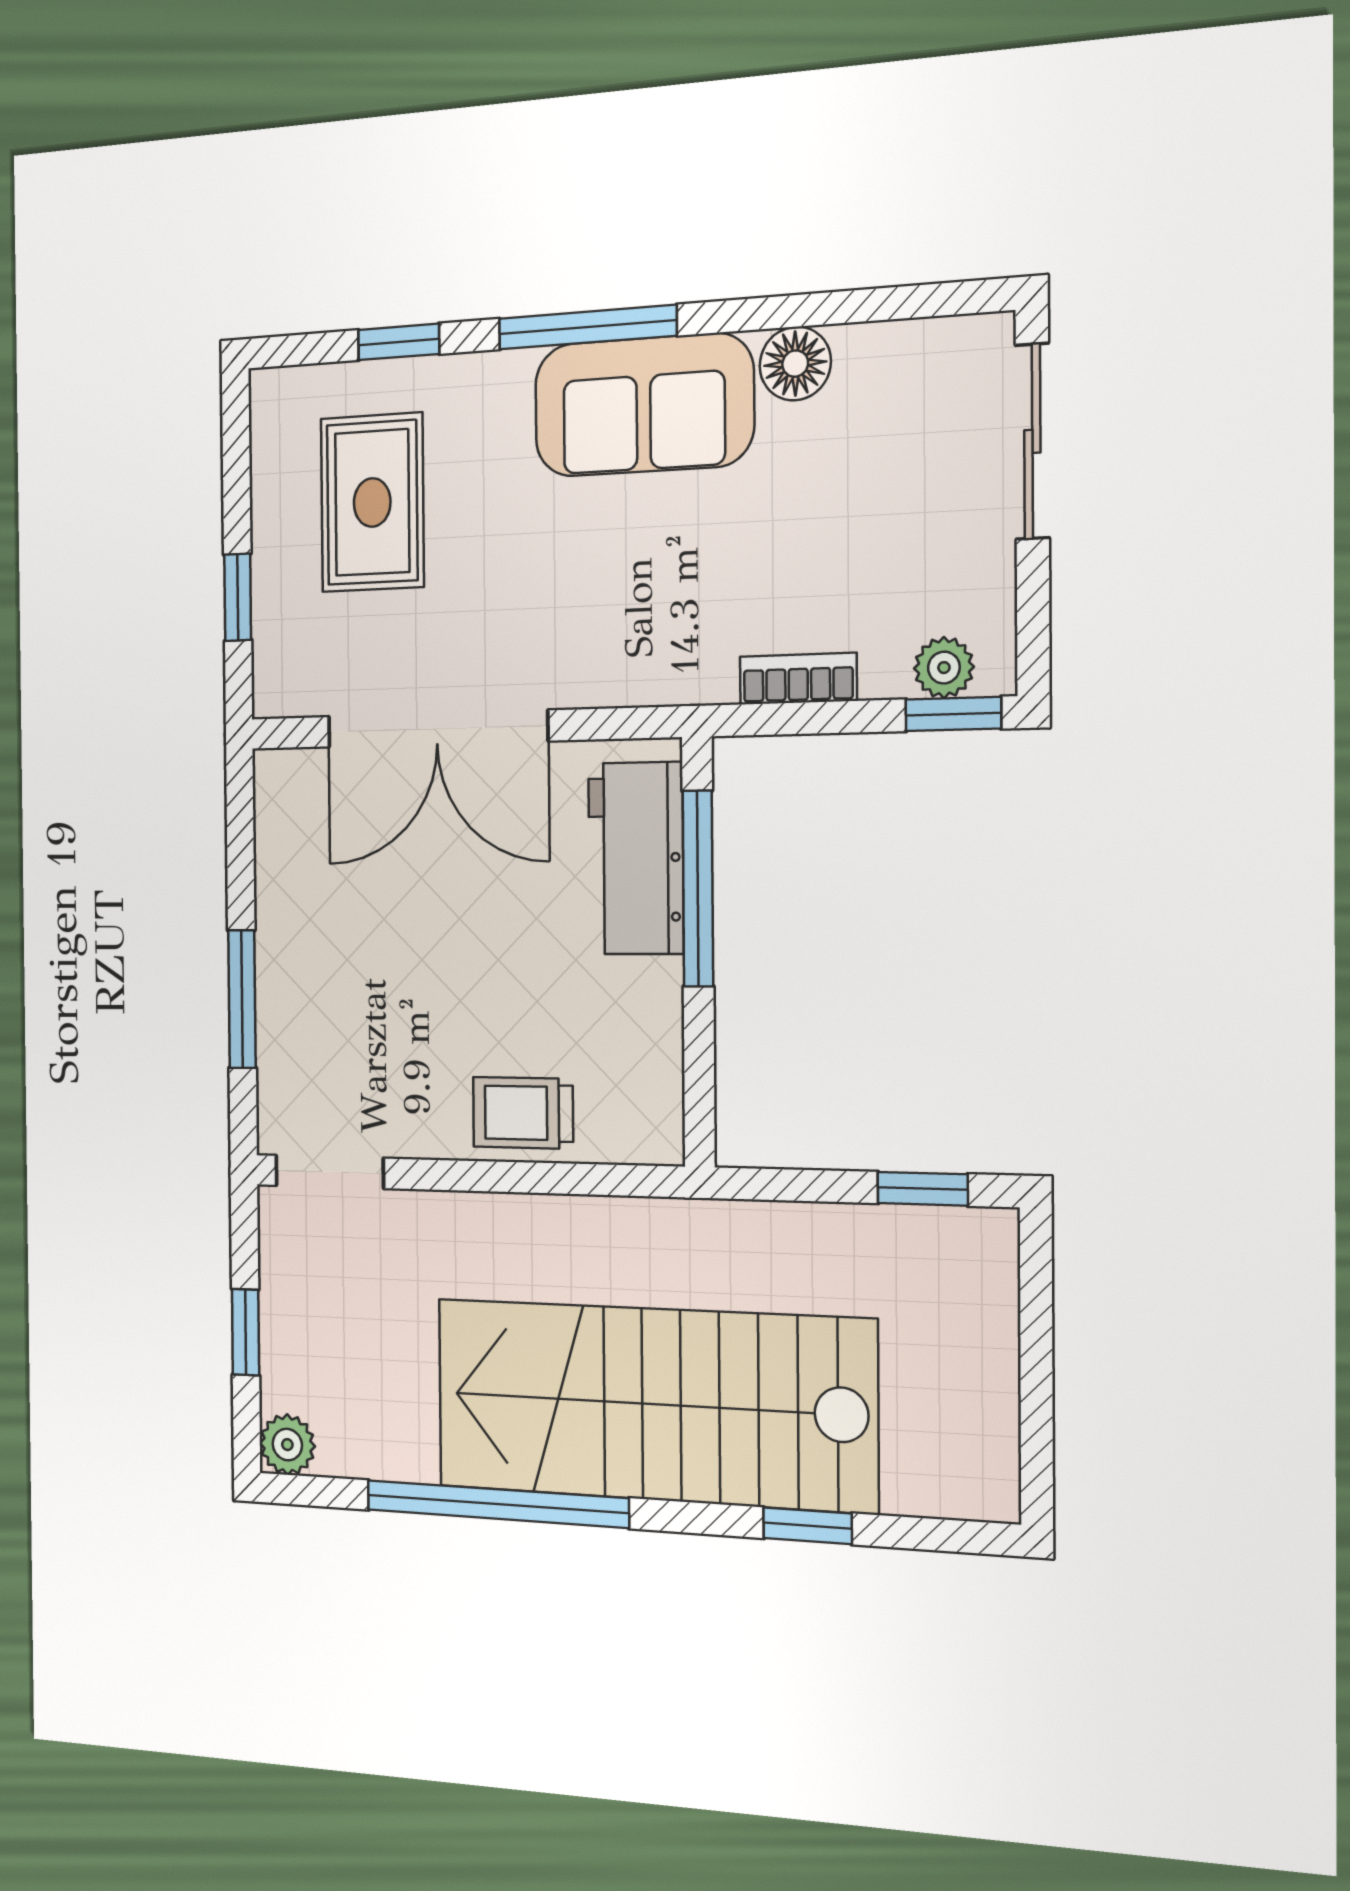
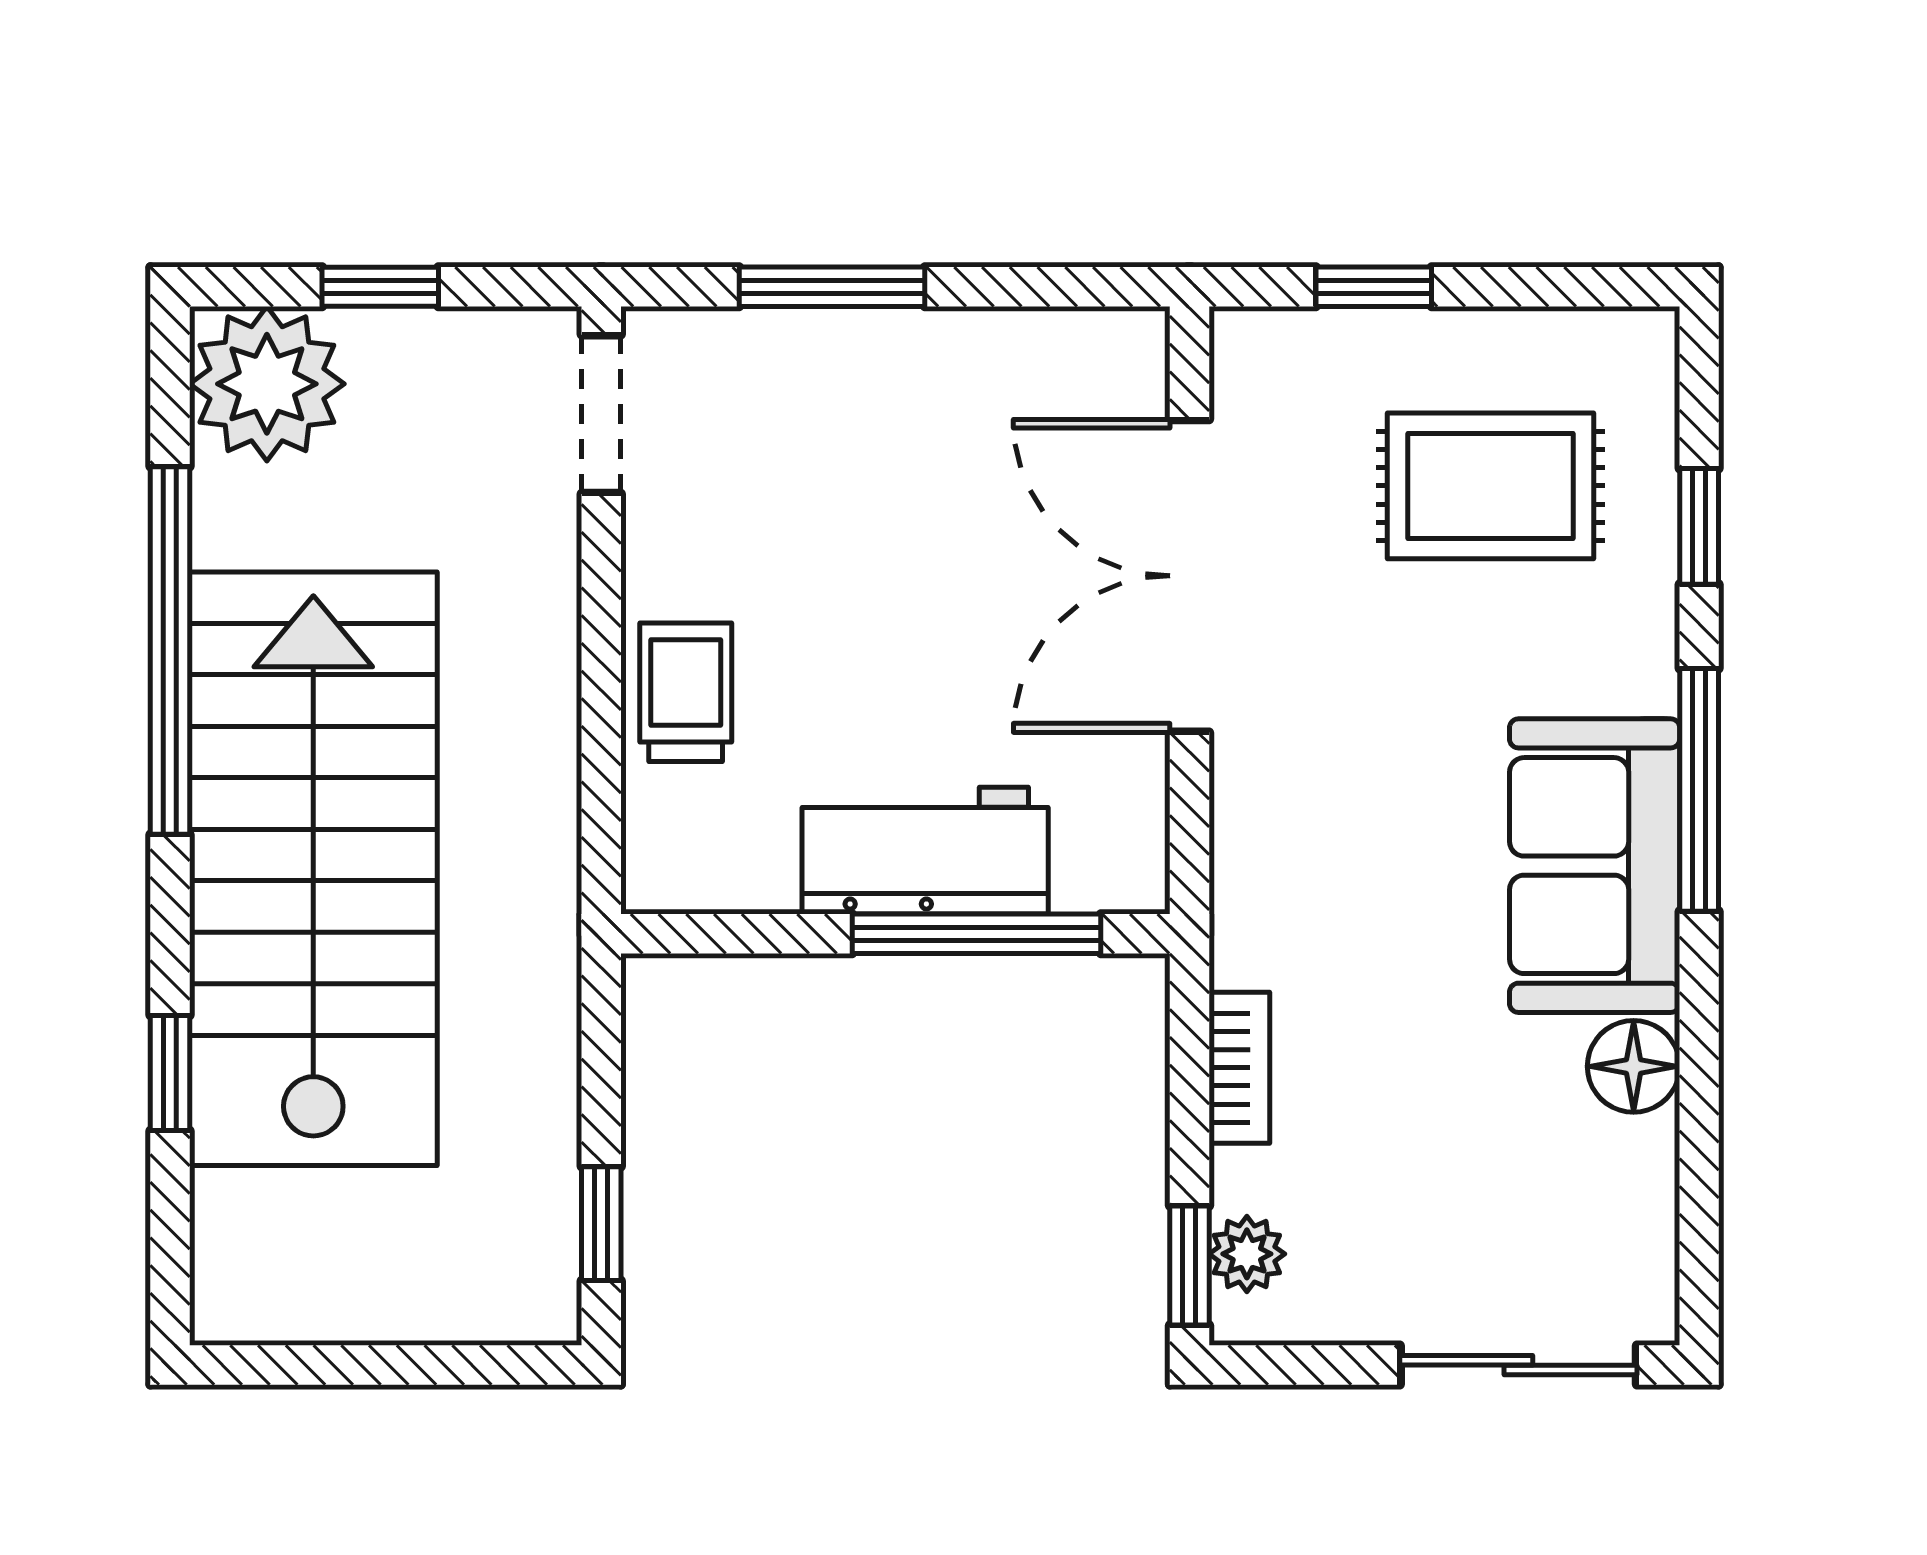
workbench: (636, 858) -> (925, 851), moved
plant: (287, 1445) -> (267, 384), width x1.88, depth x1.88

